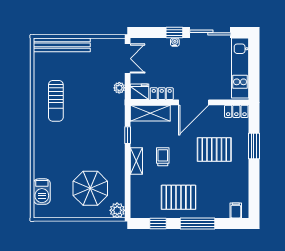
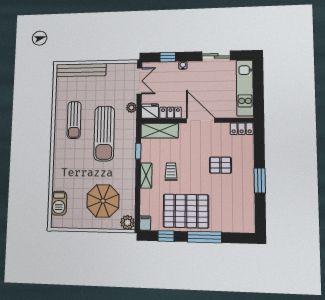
window: (174, 33) -> (168, 57), moved
sliding door: (210, 33) -> (216, 56), width x0.73
door: (194, 102) -> (201, 121), swing flipped
sun lounger: (90, 116) -> (104, 133), added
window: (254, 146) -> (260, 180), moved
pallet: (214, 150) -> (220, 165), width x0.67, depth x0.71
pallet: (179, 197) -> (186, 211), width x1.37, depth x1.41
filing cabinet: (236, 211) -> (145, 223), moved

